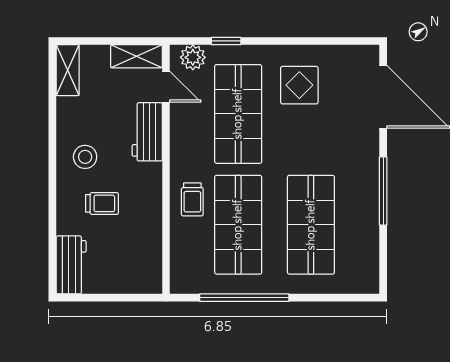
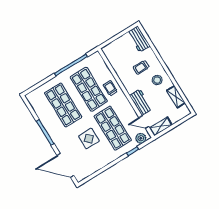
shelving: (68, 70) -> (176, 97), moved
display table: (299, 85) -> (89, 139), moved

